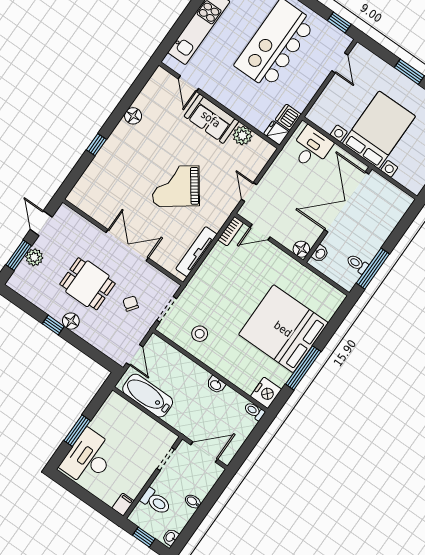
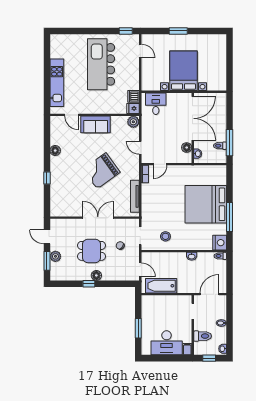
plant: (242, 135) -> (133, 122), moved
double door: (347, 202) -> (193, 118), swing flipped
floor lamp: (301, 249) -> (187, 148), moved
desk: (88, 458) -> (167, 343), moved, turned -90

